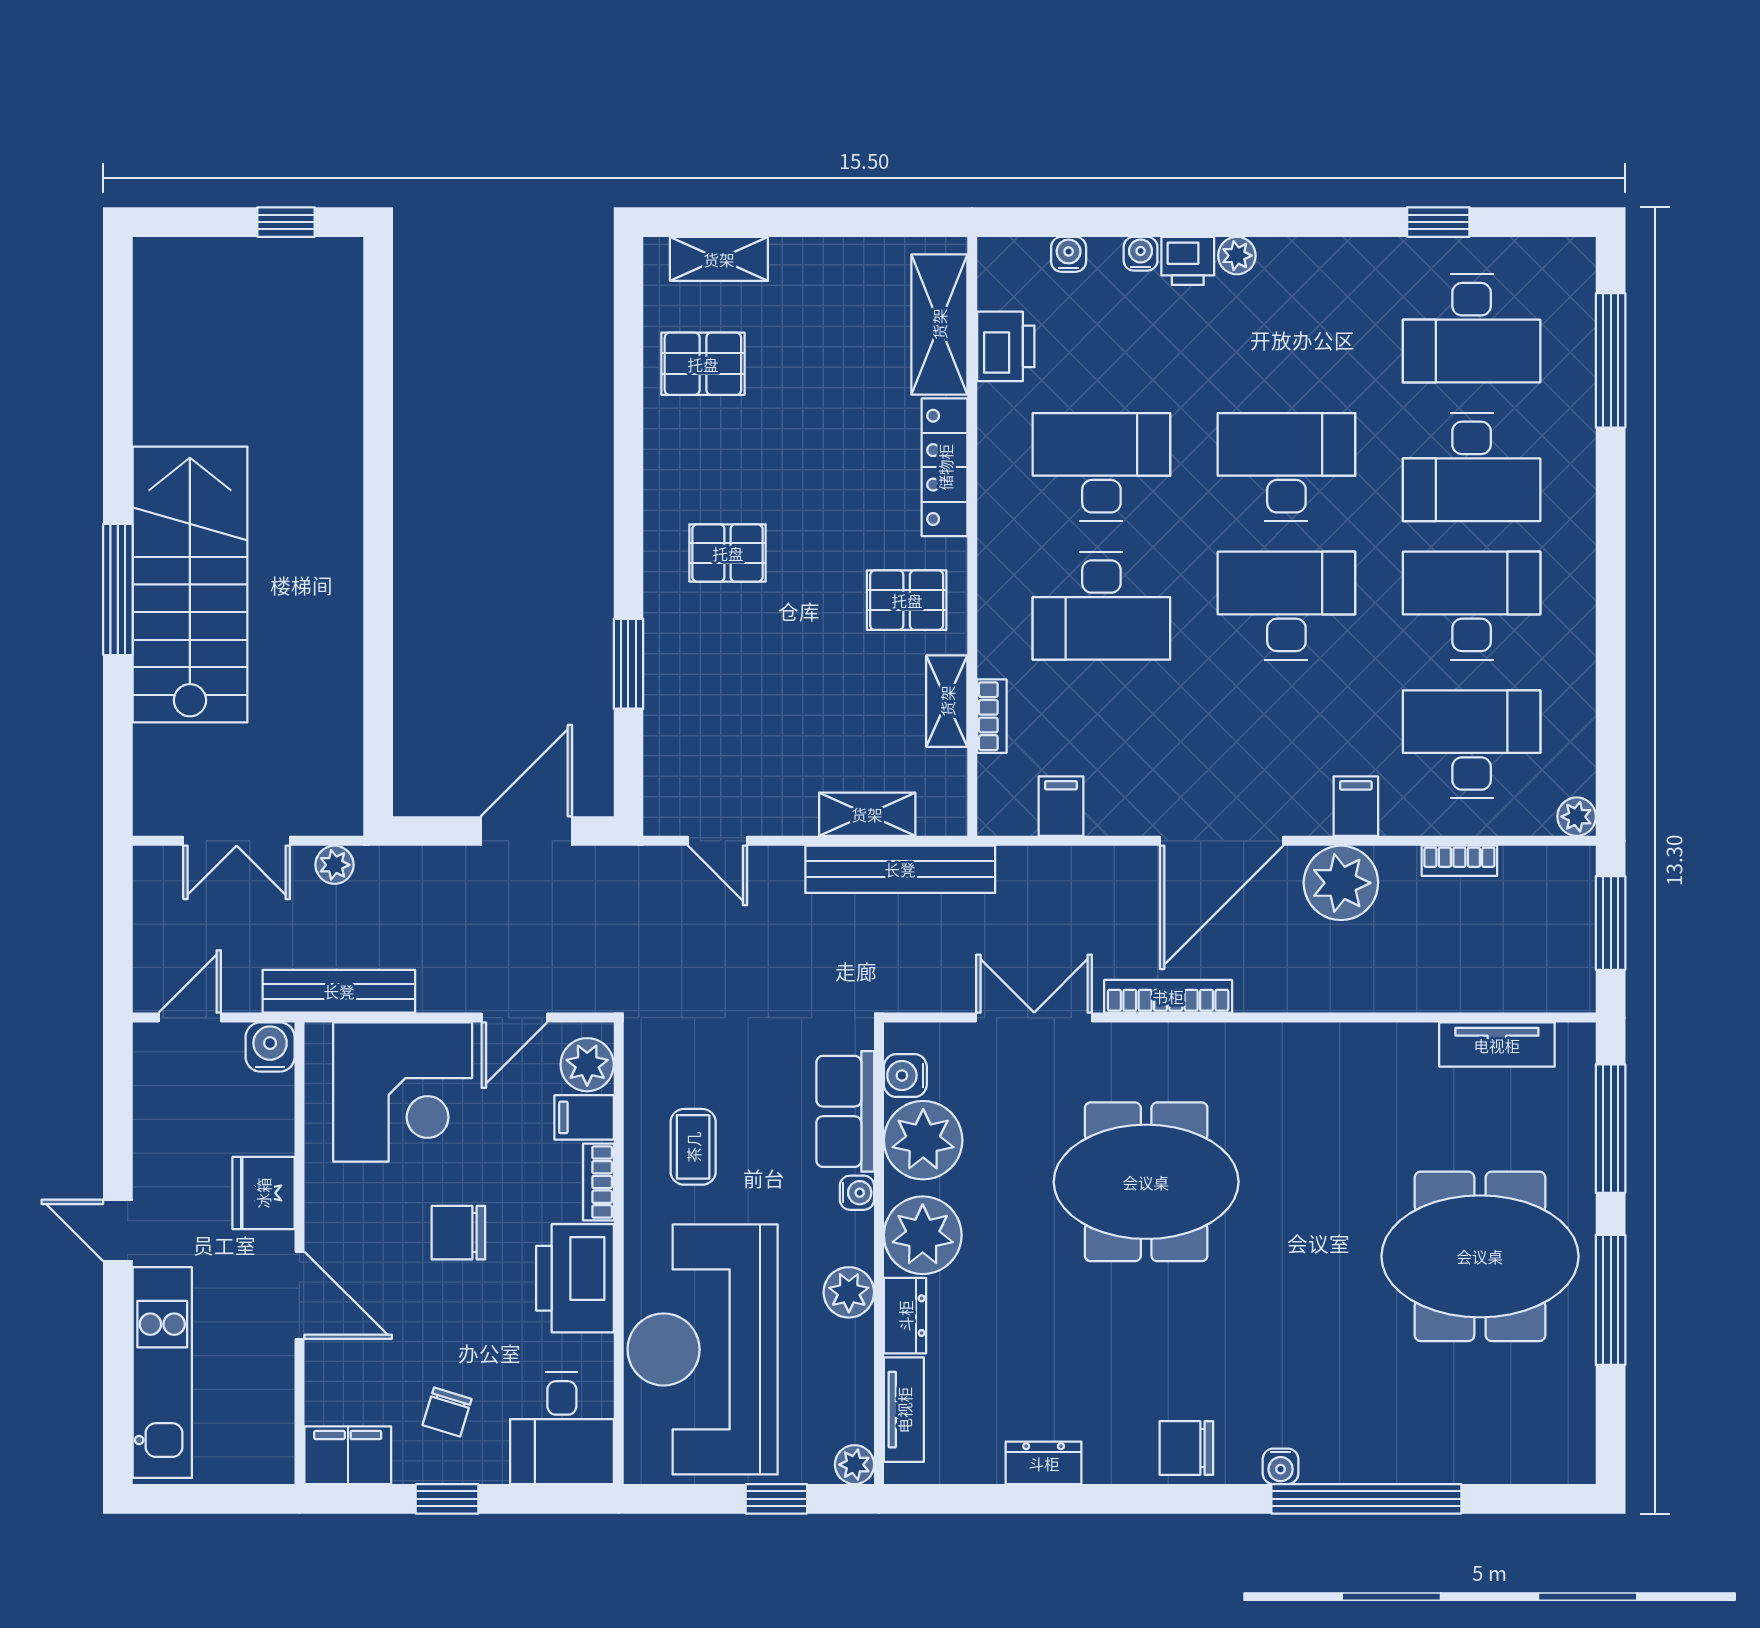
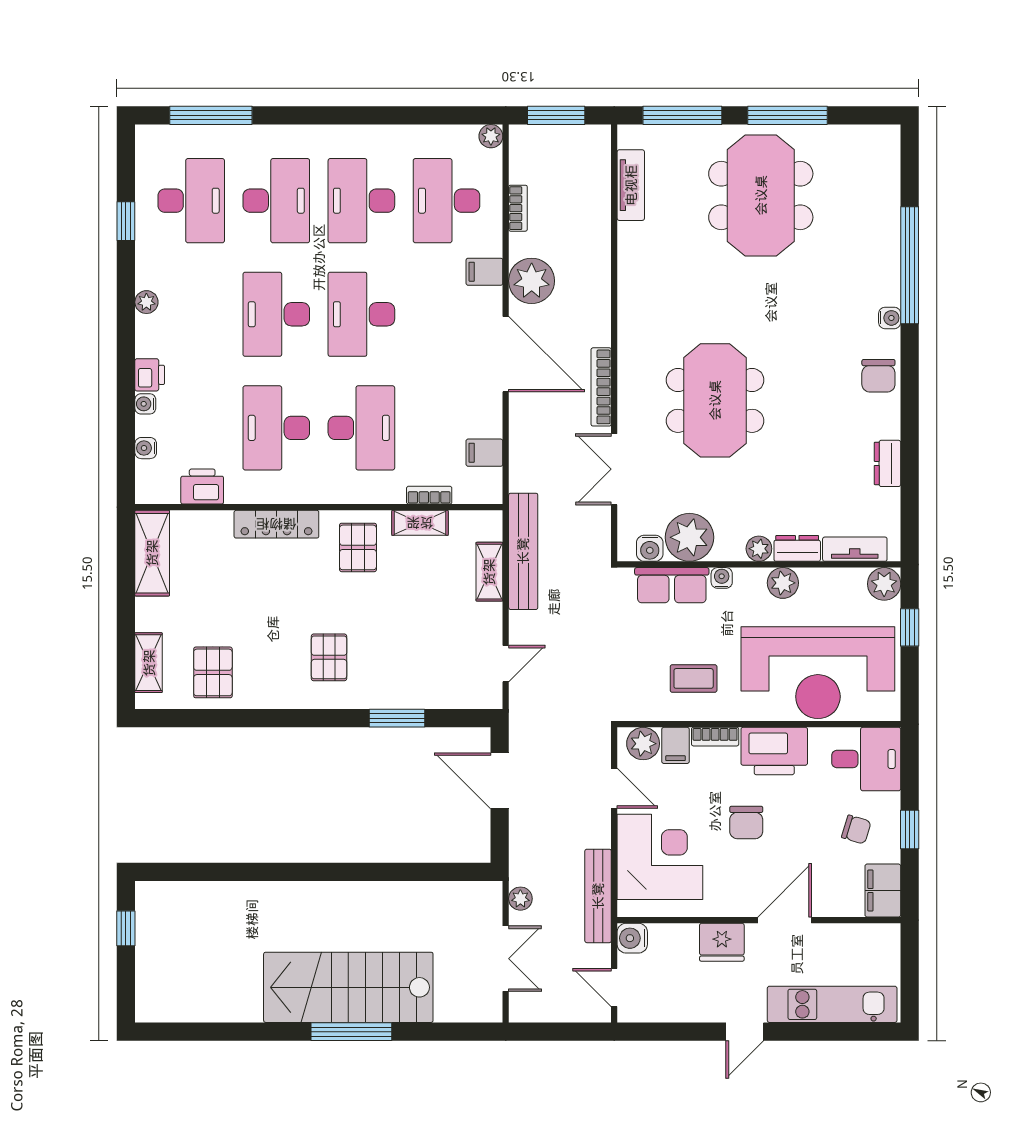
plant: (1237, 256) -> (146, 302), moved
shelving: (939, 324) -> (152, 553), moved, turned 90
plant: (923, 1235) -> (759, 549), width x0.53, depth x0.53
plant: (854, 1465) -> (884, 584), width x1.38, depth x1.38

